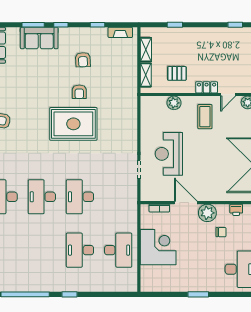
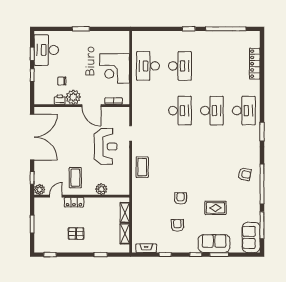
pallet: (177, 73) -> (76, 234), moved
rug: (73, 124) -> (215, 208), moved, width x0.54, depth x0.49
coffee table: (125, 129) -> (142, 167), added
printer: (236, 210) -> (60, 100), moved

